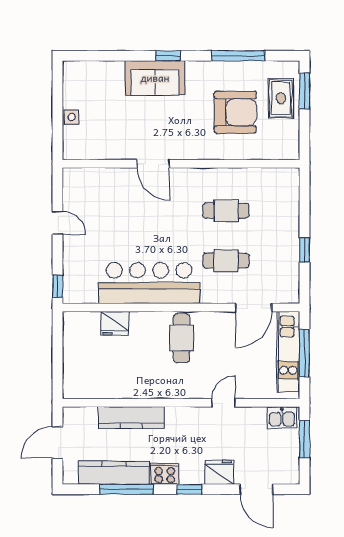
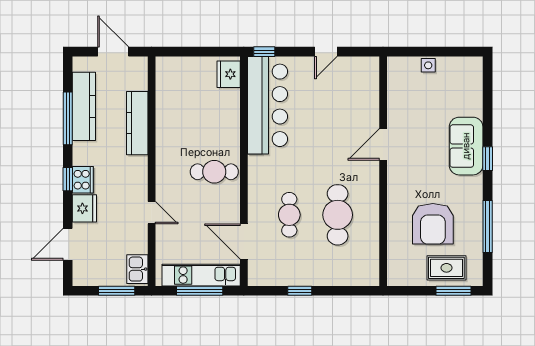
cafe table: (226, 211) -> (338, 215), width x1.37, depth x1.35
bar counter: (149, 283) -> (267, 105), moved
fridge: (115, 323) -> (229, 74), moved
cooker: (165, 474) -> (83, 180), moved

